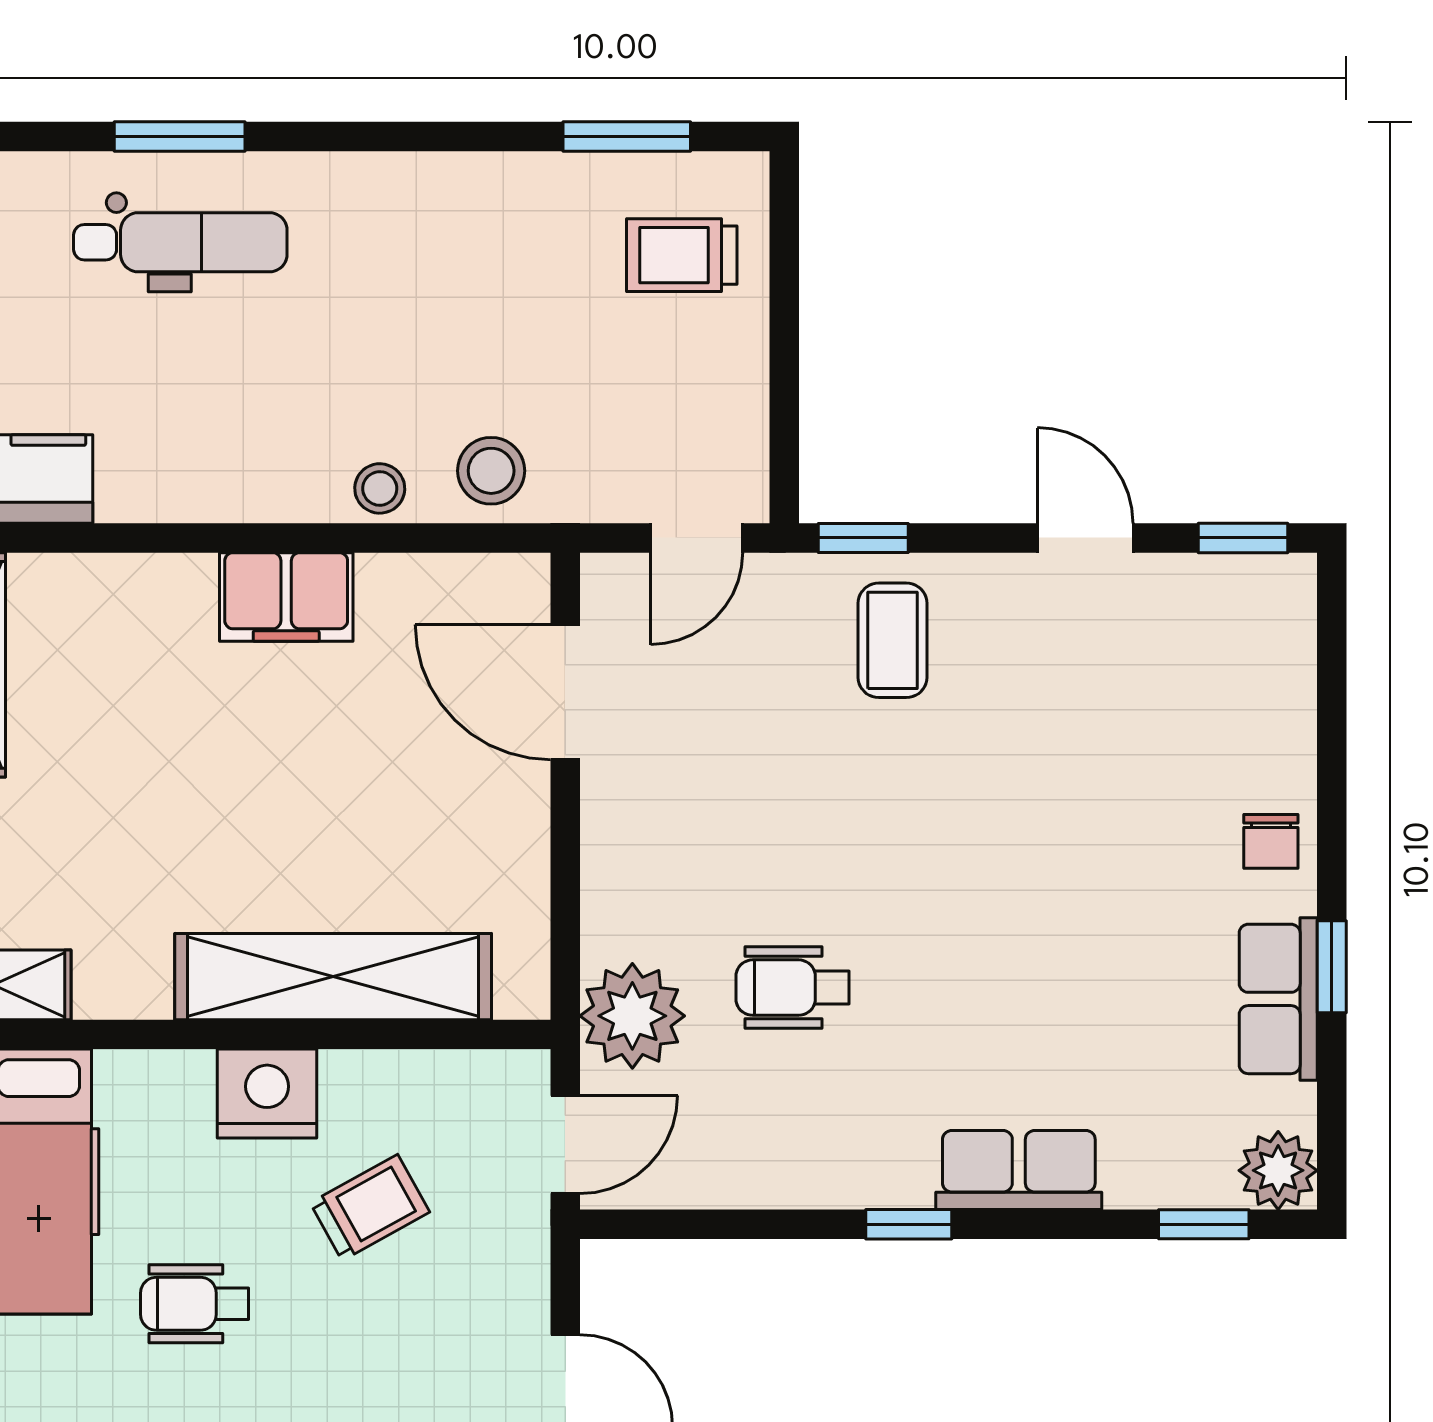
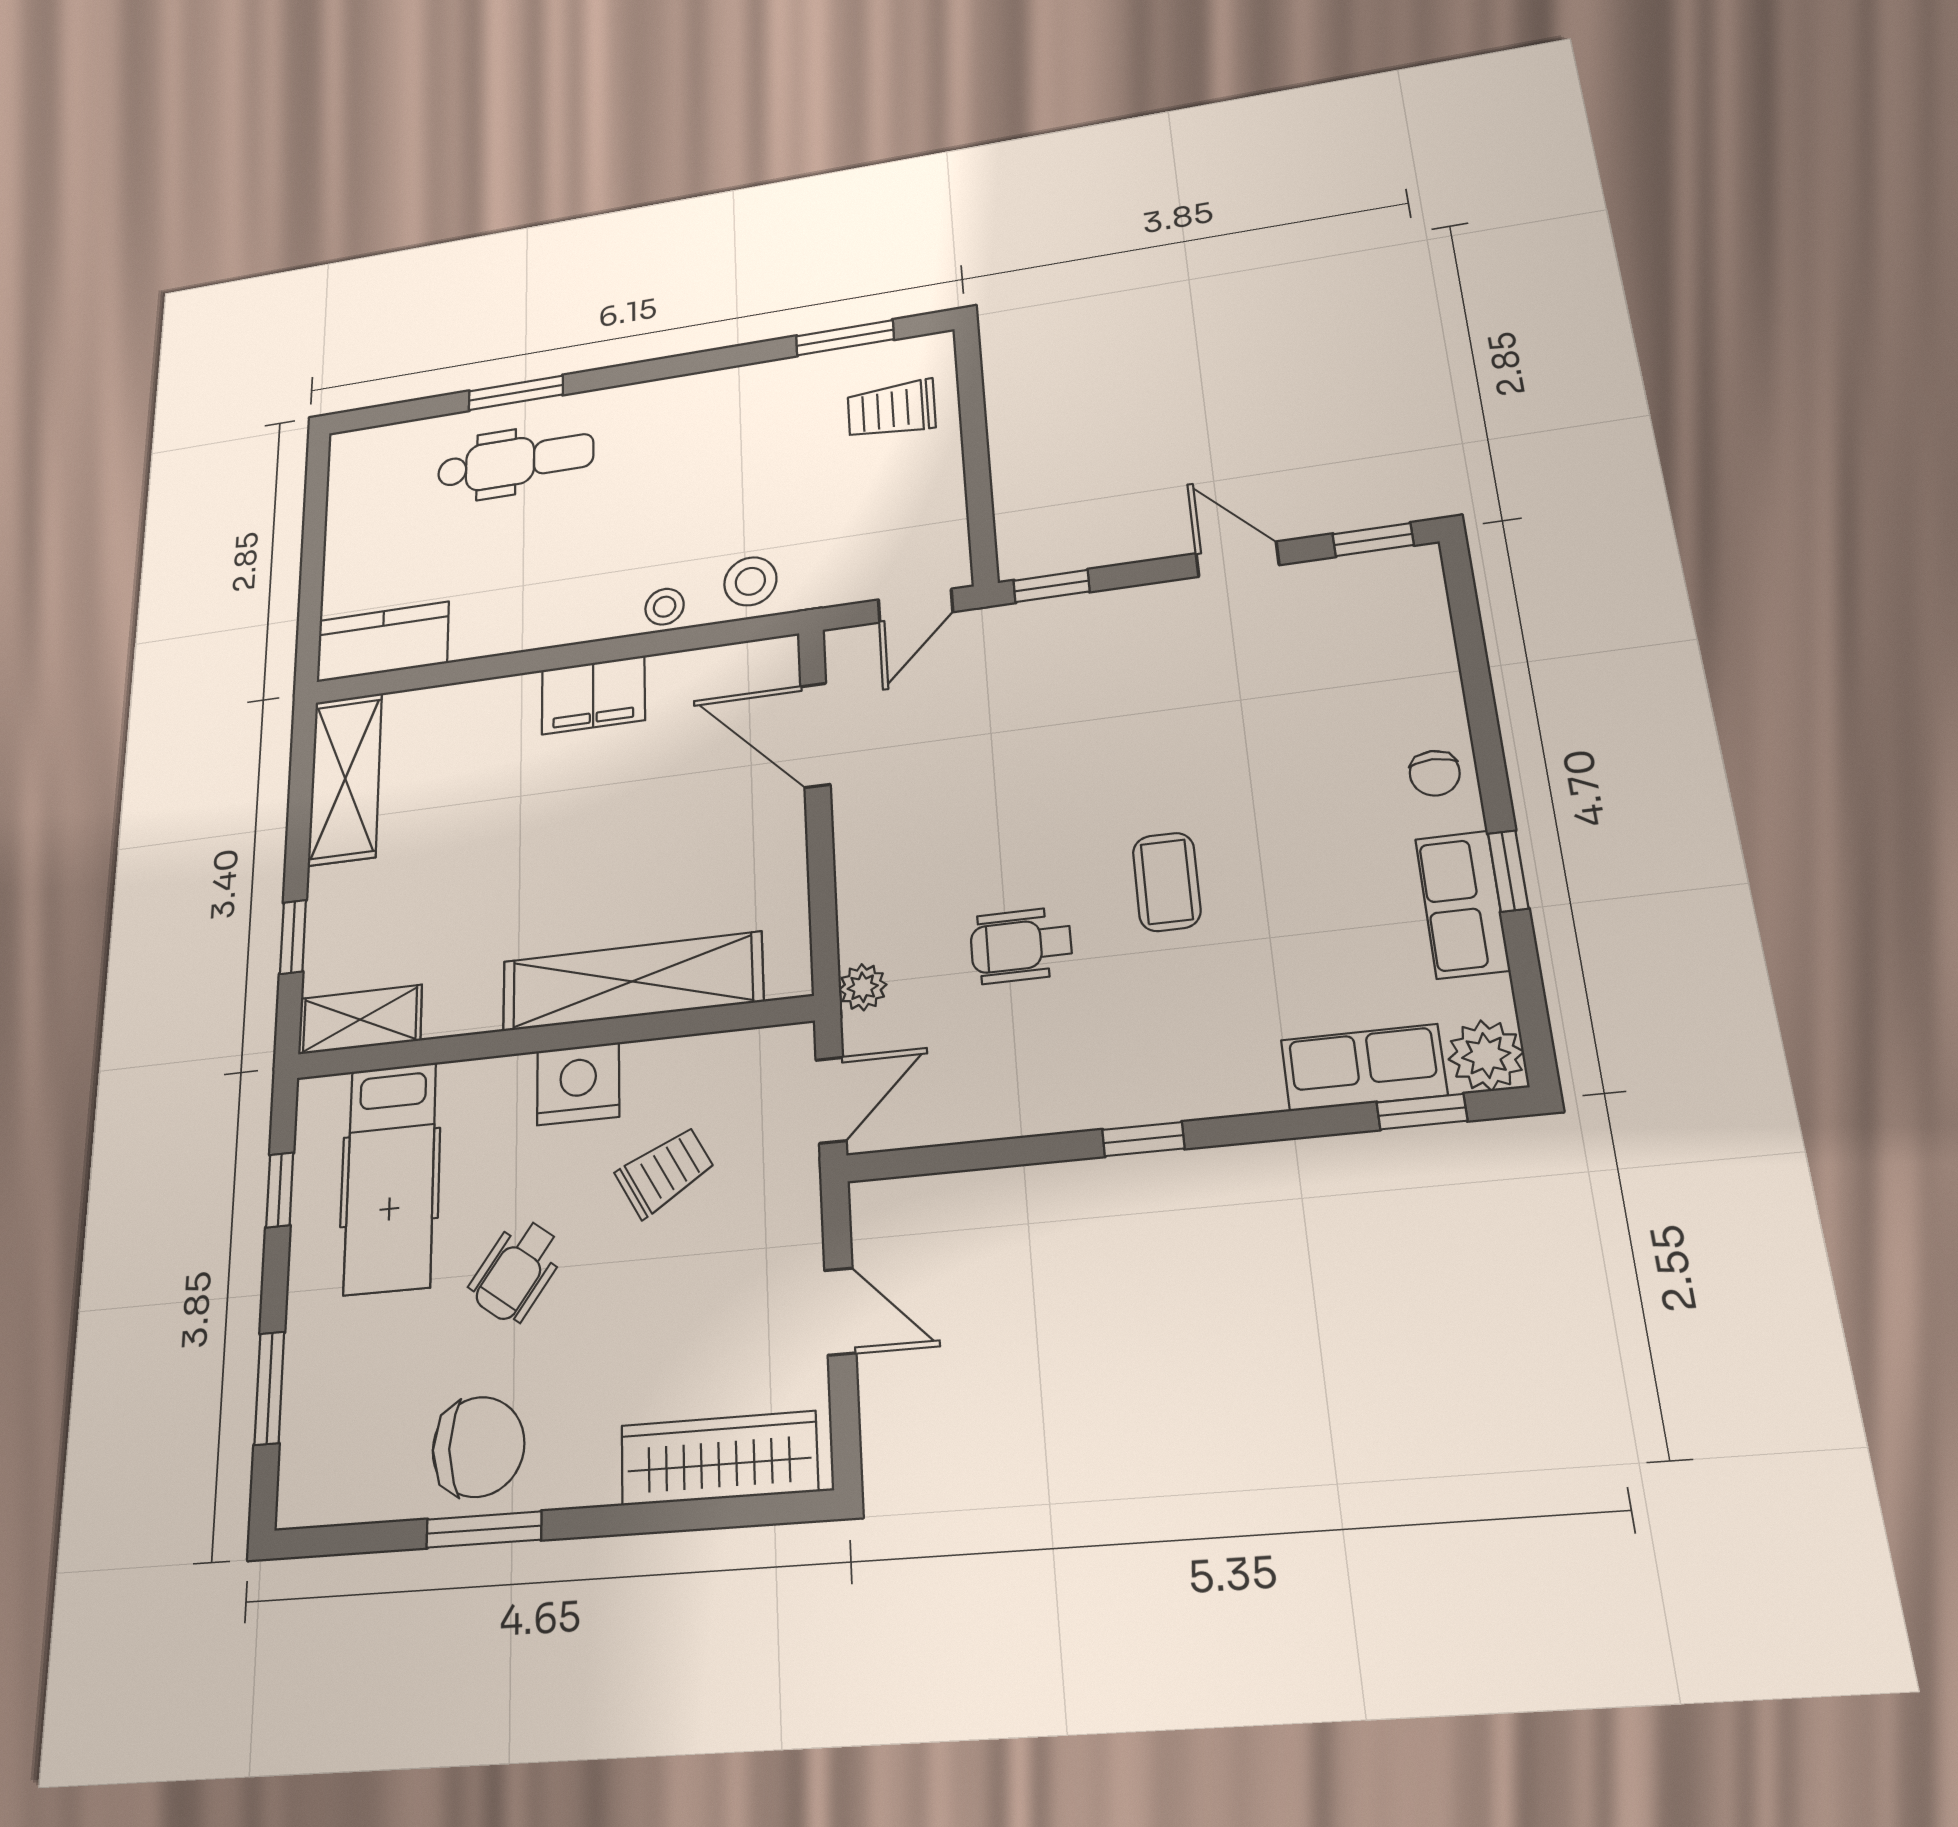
coffee table: (893, 640) -> (1167, 882), moved
plant: (632, 1016) -> (863, 987), width x0.53, depth x0.53
row of seats: (1019, 1170) -> (1364, 1068), moved
wheelchair: (195, 1304) -> (517, 1271), turned -54

